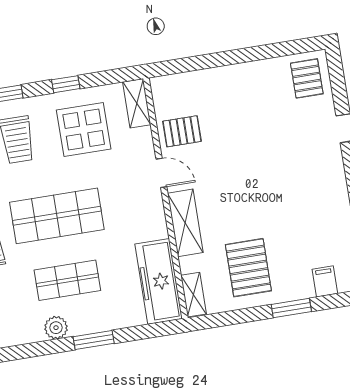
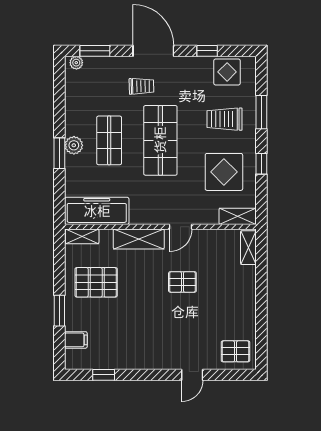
shelving: (174, 83) -> (248, 248), added
pallet: (182, 131) -> (182, 282), moved, turned 90
plant: (56, 328) -> (74, 145), moved

